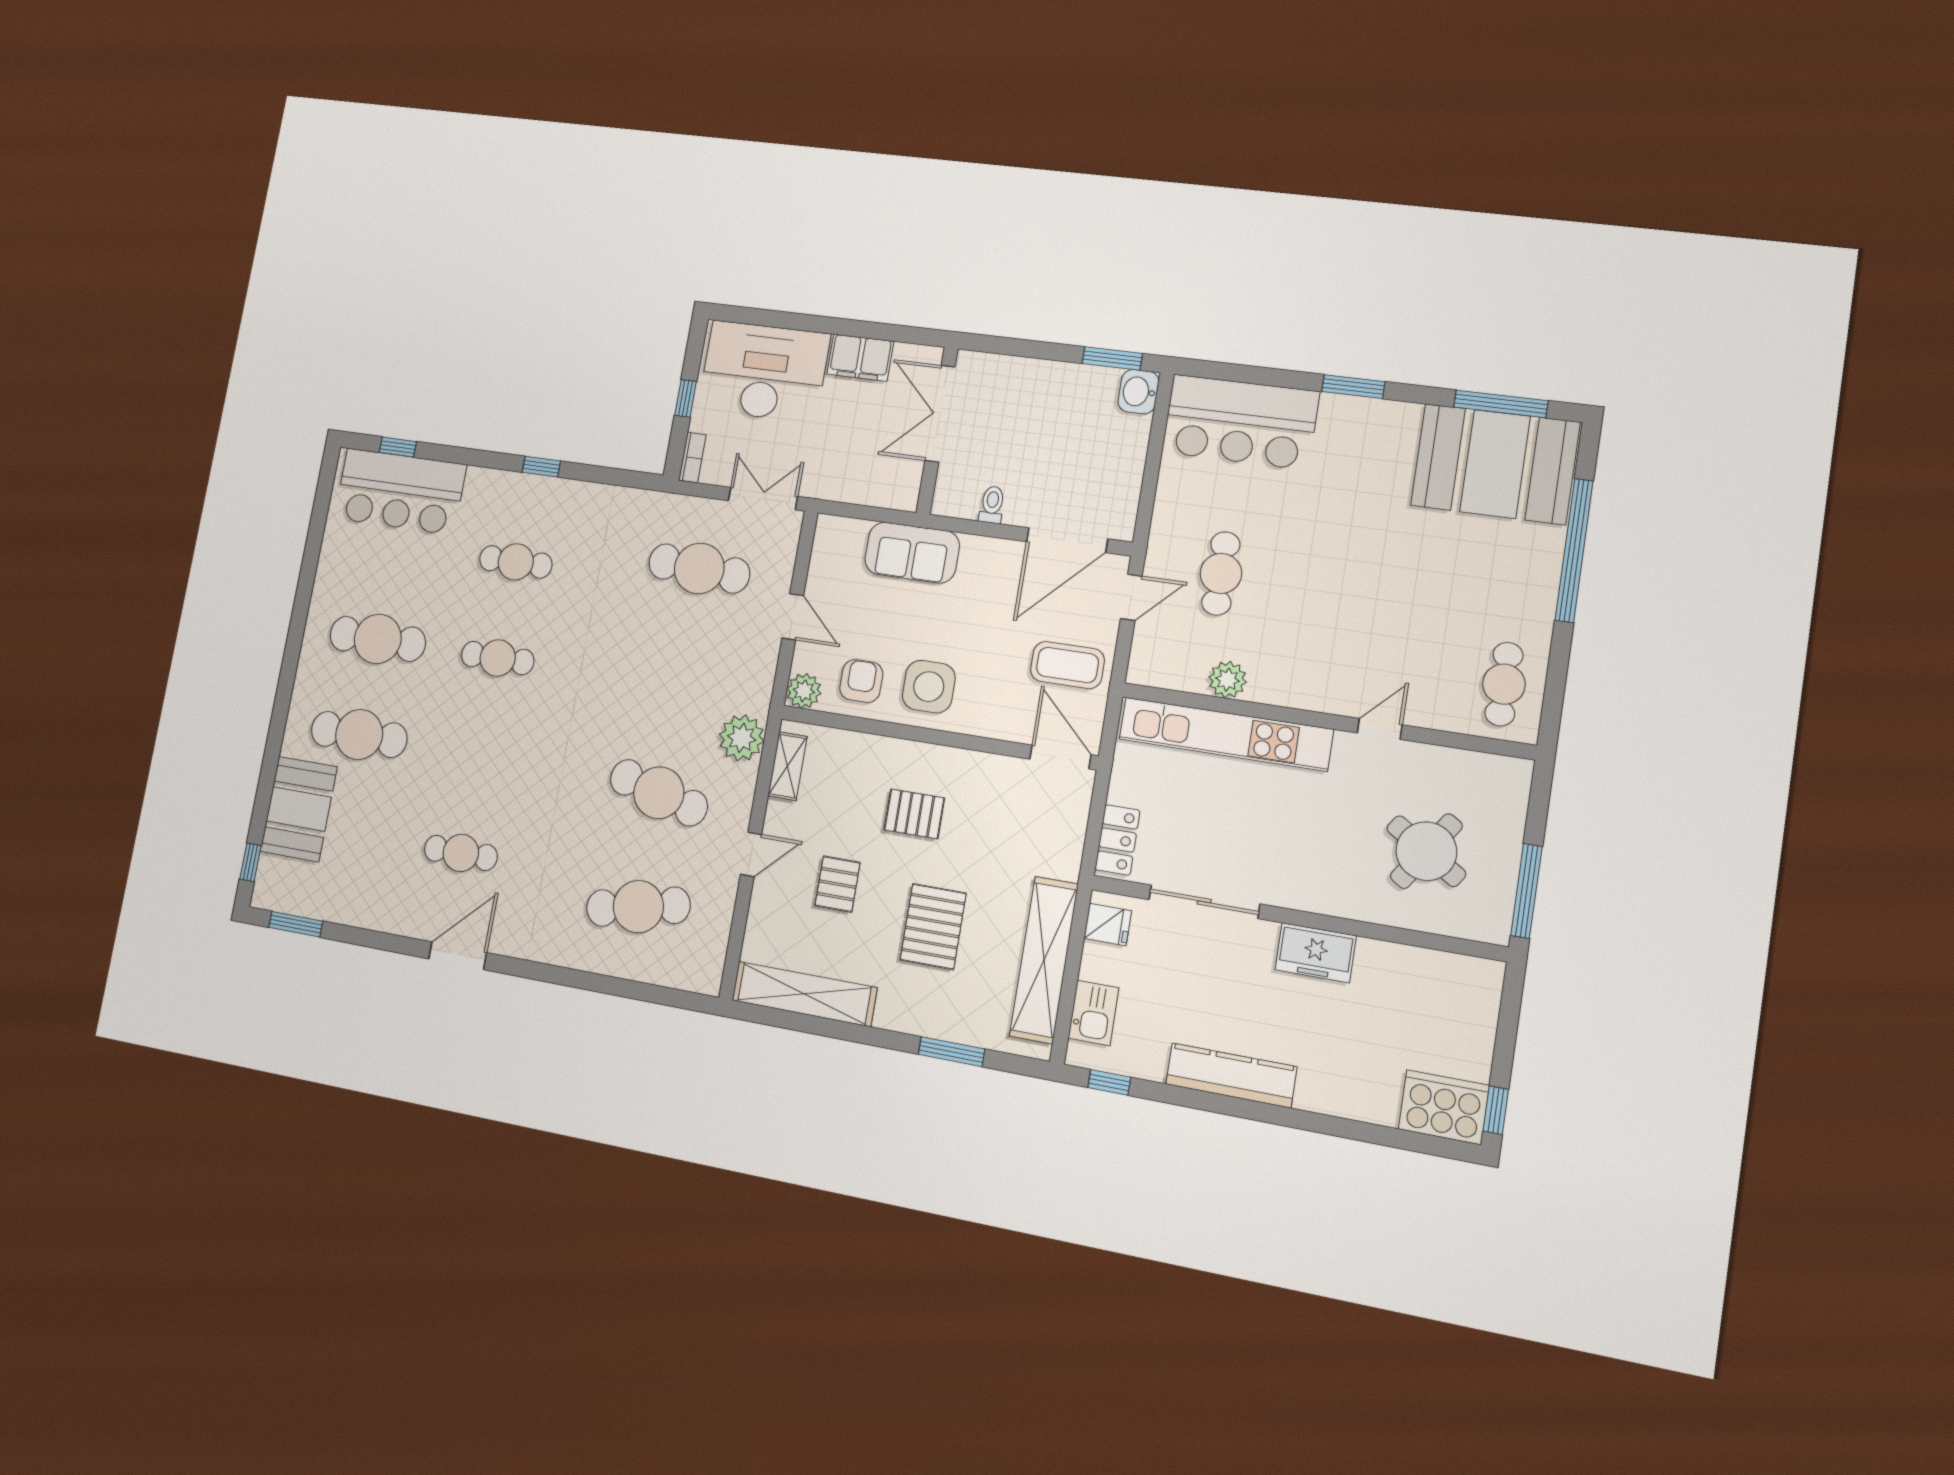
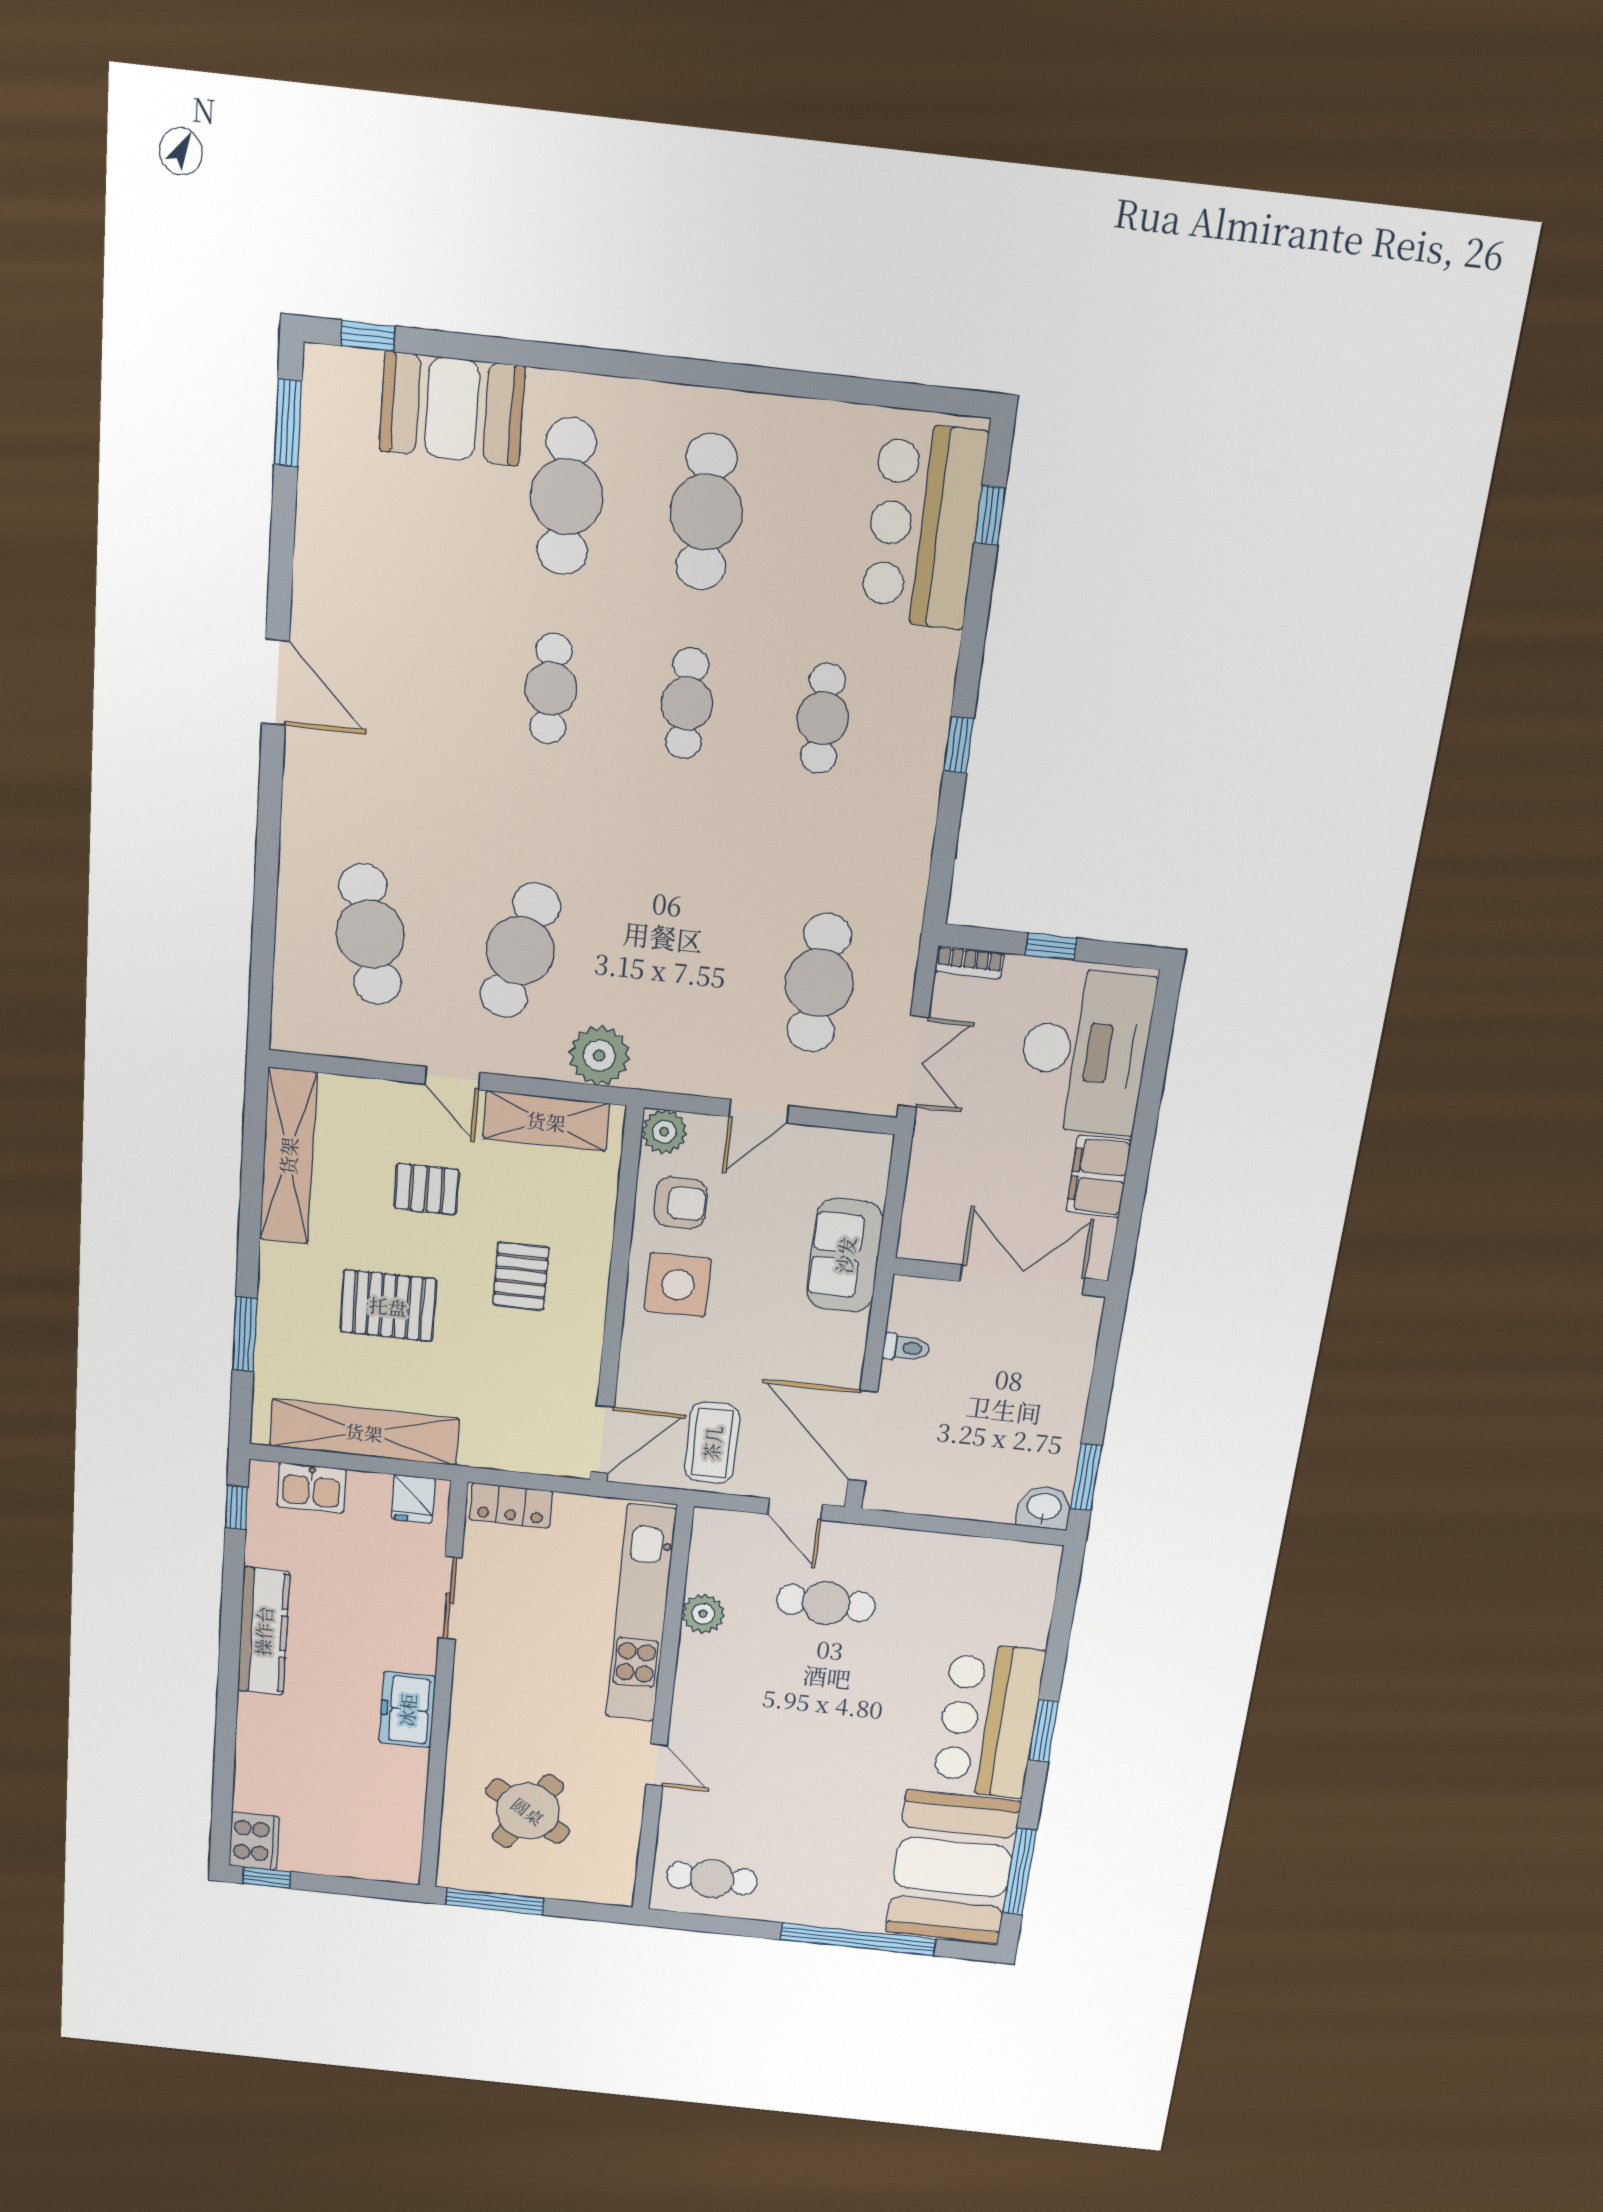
bar counter: (1240, 422) -> (988, 1721), moved
shelving: (788, 766) -> (546, 1121), width x1.50, depth x1.33
cafe table: (461, 853) -> (551, 689), moved
sliding door: (1204, 902) -> (450, 1598), width x0.73
cooker: (1444, 1107) -> (254, 1841), width x0.73, depth x0.76

